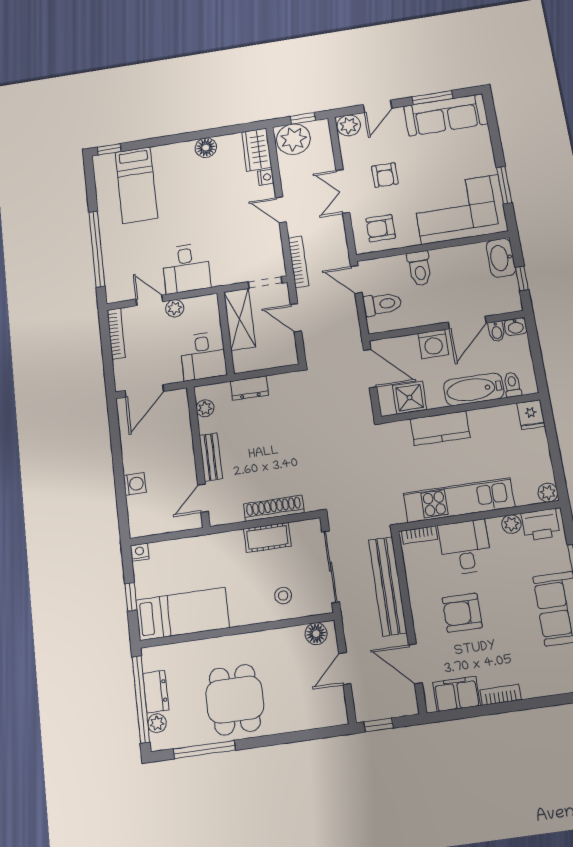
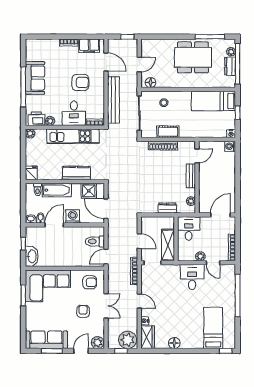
toilet: (420, 268) -> (73, 257), removed
door: (356, 280) -> (106, 257), swing flipped
washing machine: (135, 484) -> (230, 146), moved
dining table: (235, 700) -> (193, 57), width x1.38

